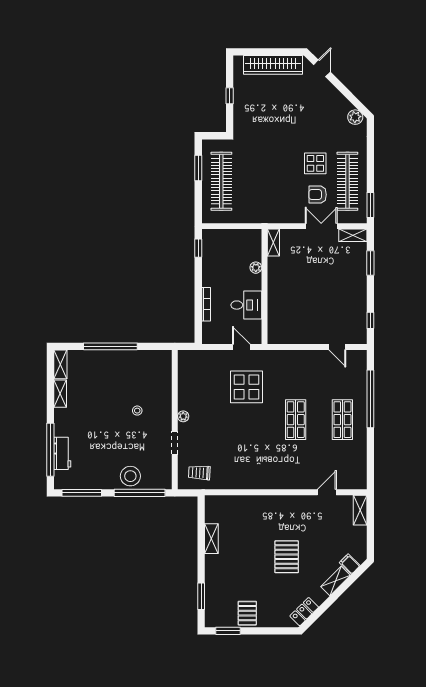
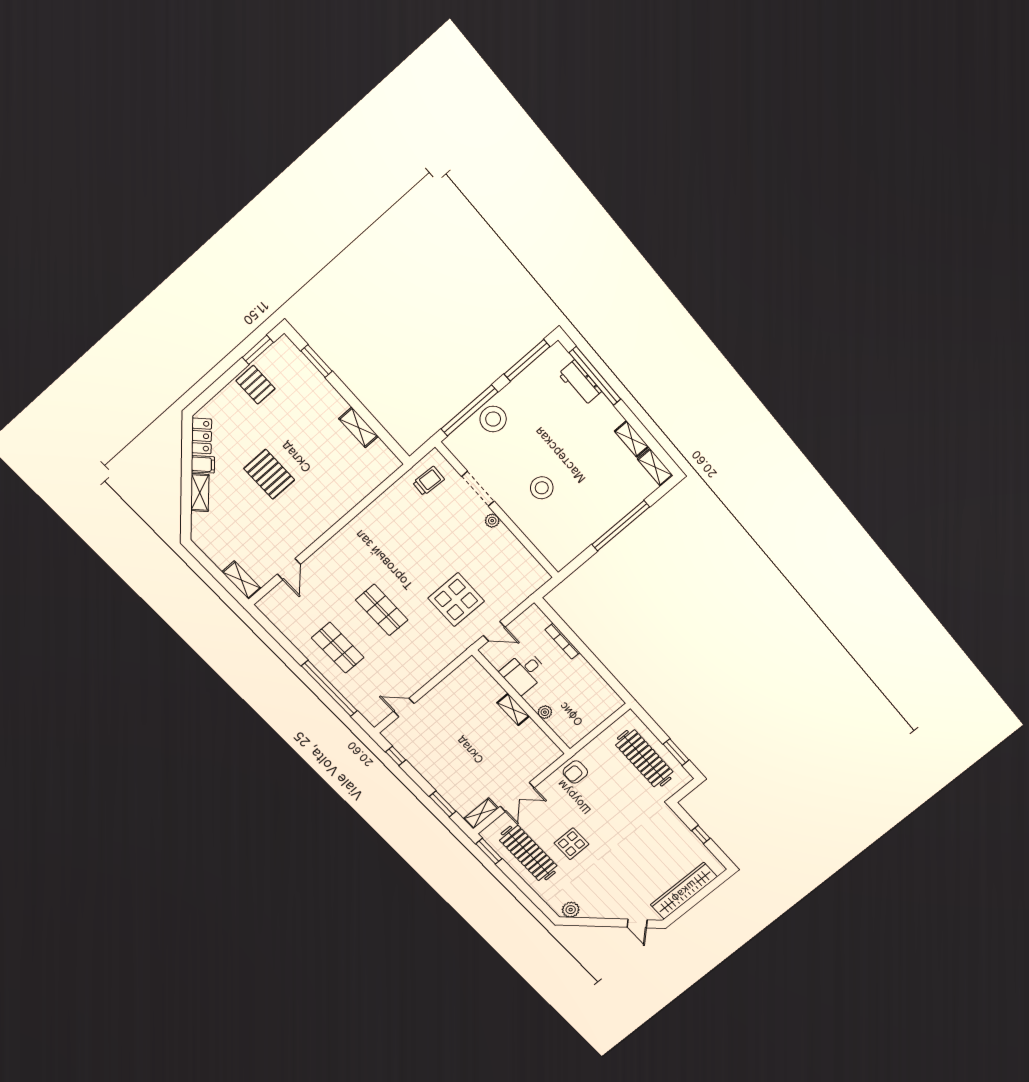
armchair: (318, 195) -> (575, 772), moved, turned 180
shelving: (273, 243) -> (513, 709), moved
window: (198, 248) -> (614, 684), removed
stool: (137, 411) -> (542, 488), width x1.89, depth x1.89
doorway: (175, 443) -> (478, 489), width x1.38
filing cabinet: (350, 564) -> (203, 464), moved

